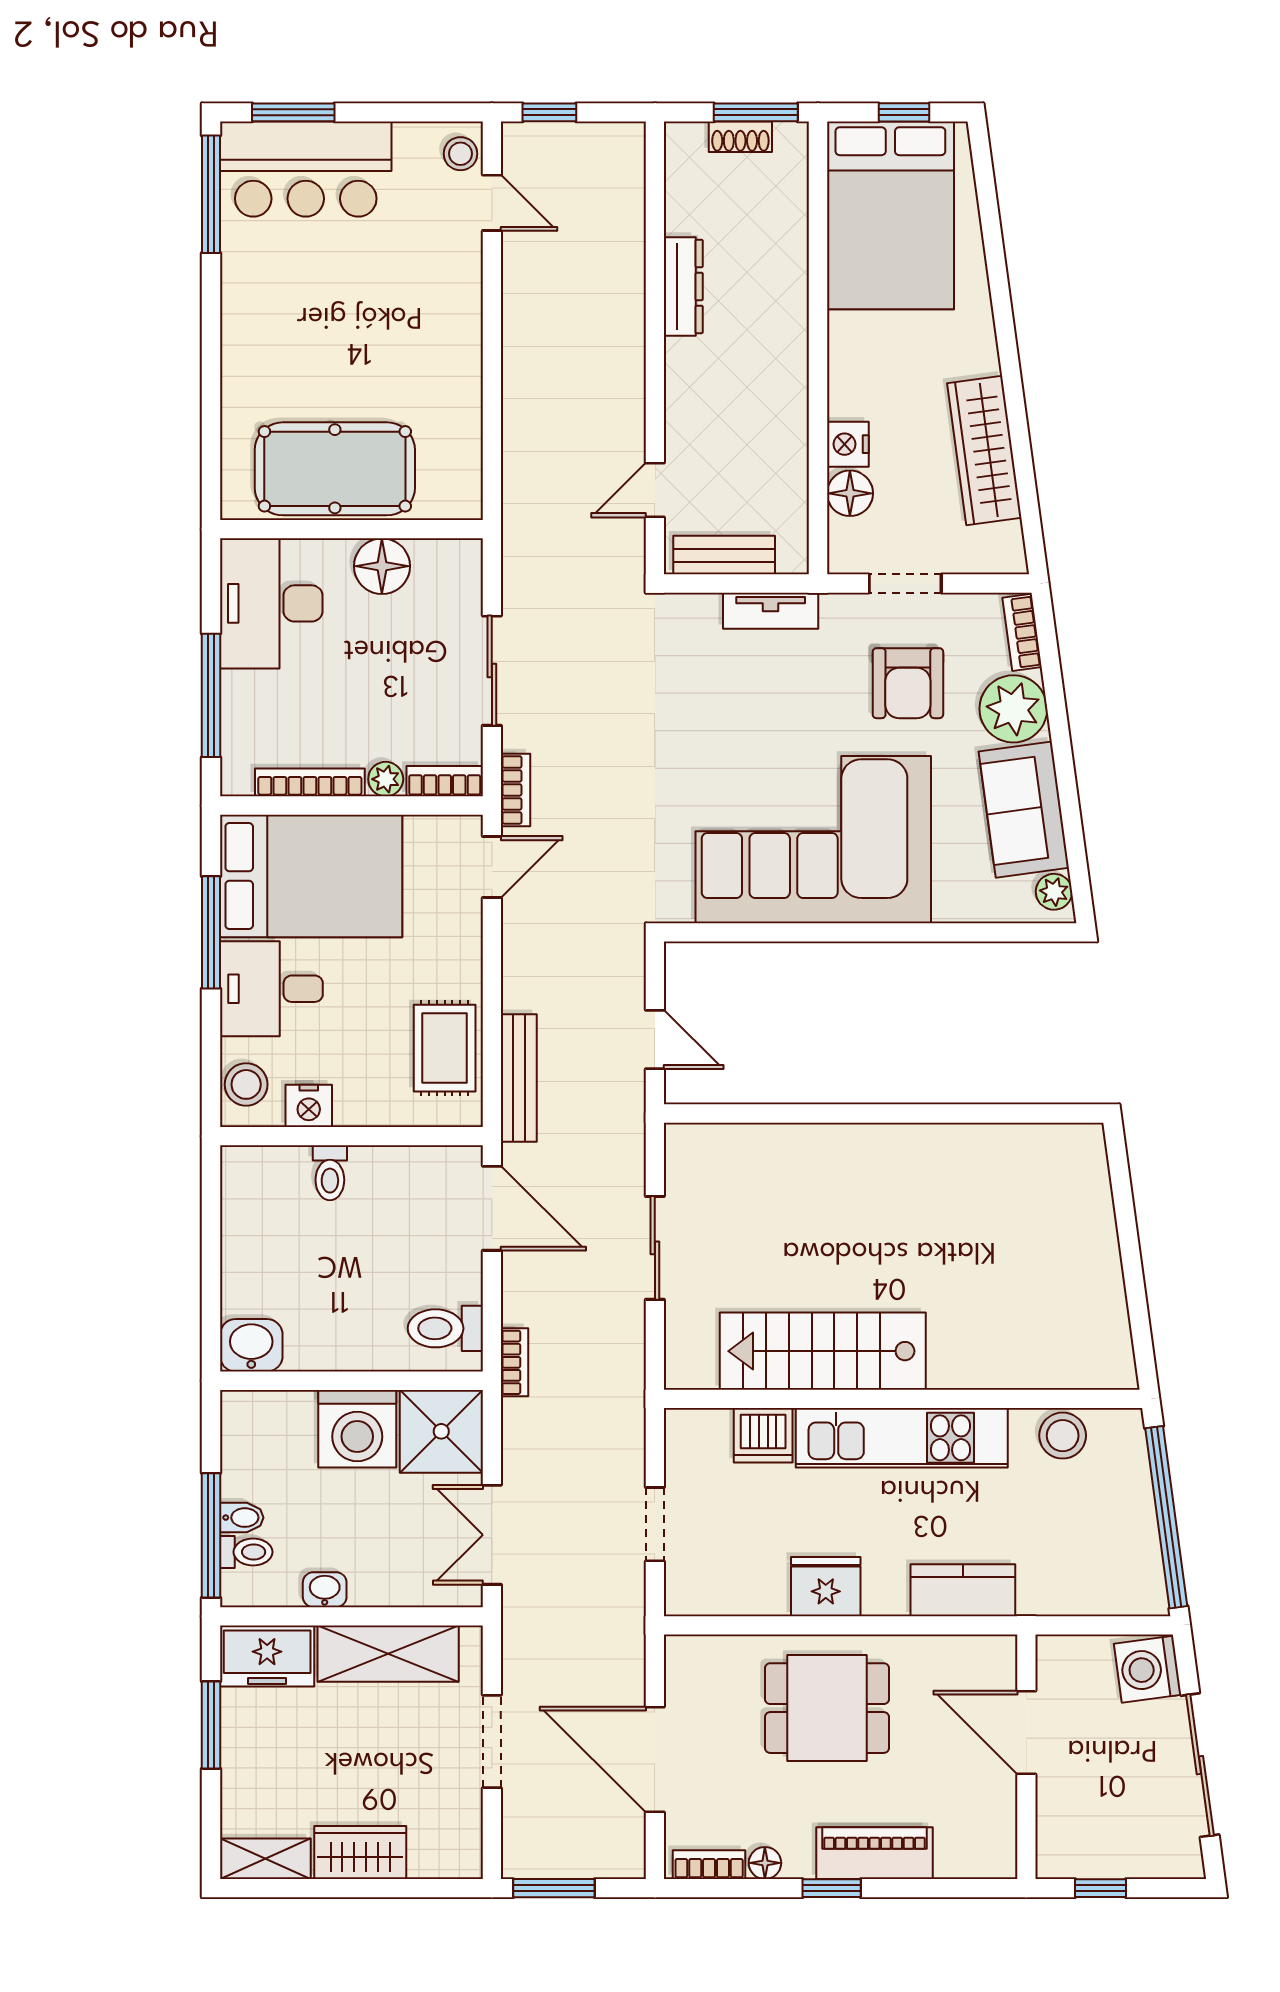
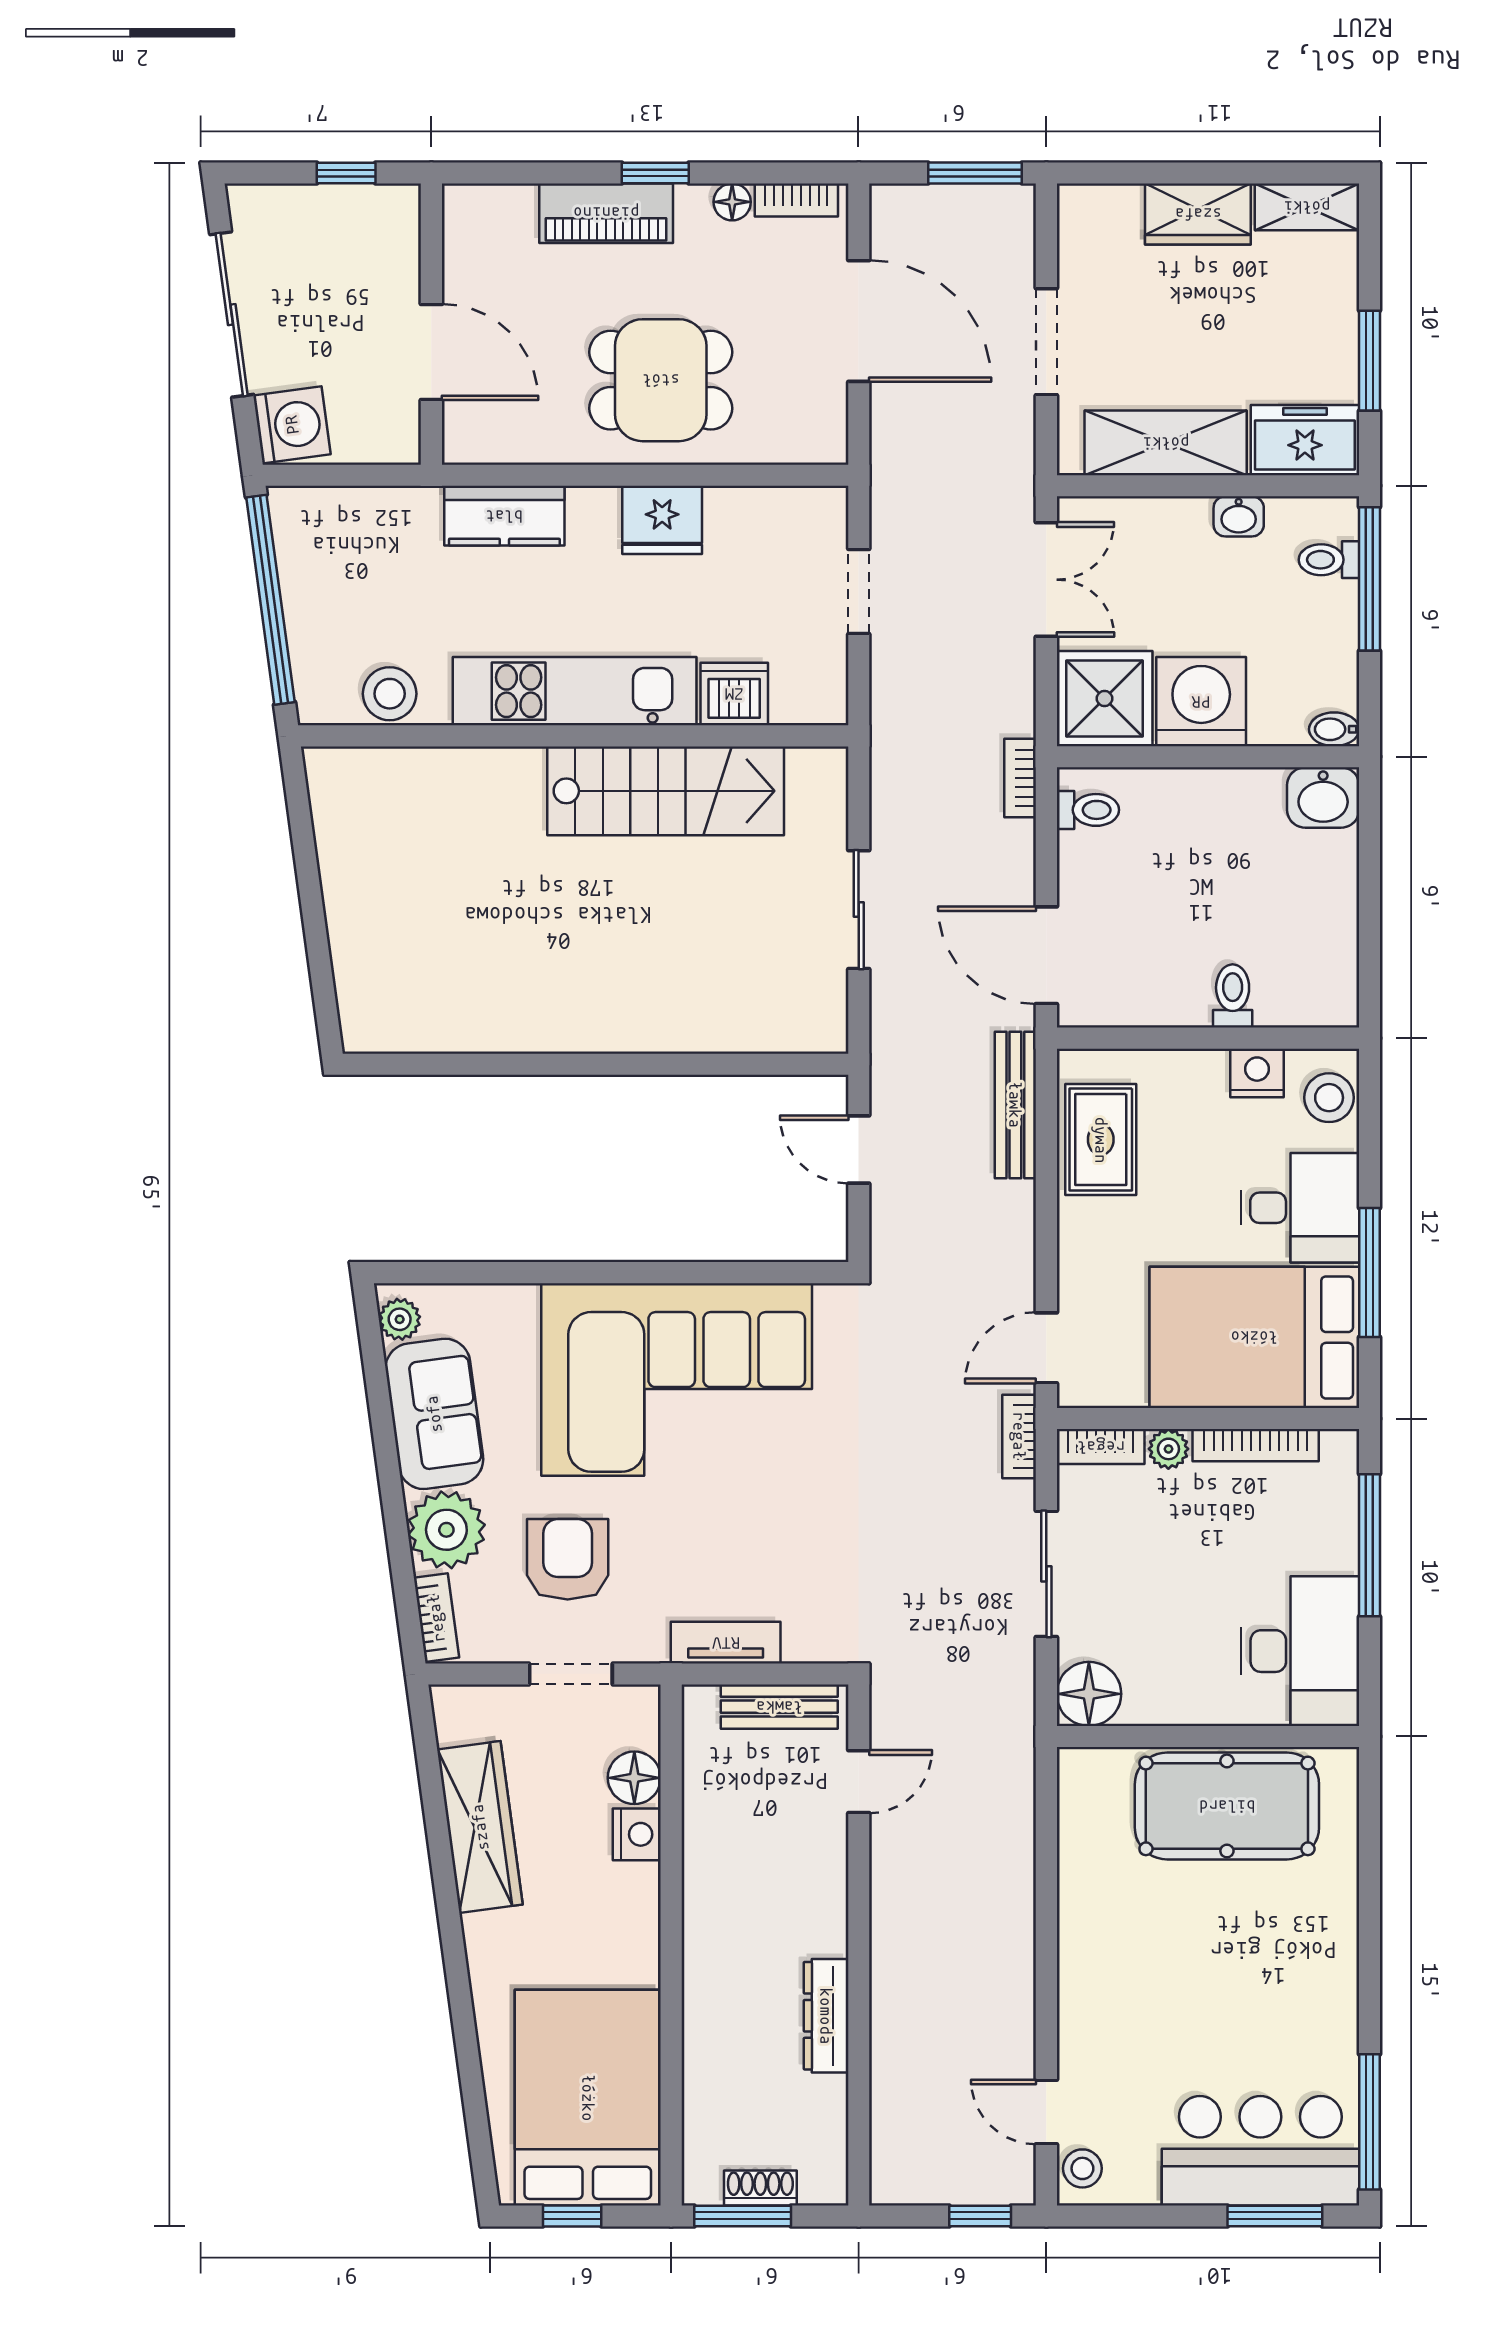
floor lamp: (382, 566) -> (1089, 1694), moved
toilet: (445, 1328) -> (1088, 810), width x0.73, depth x0.72
bidet: (242, 1518) -> (1334, 729), moved

